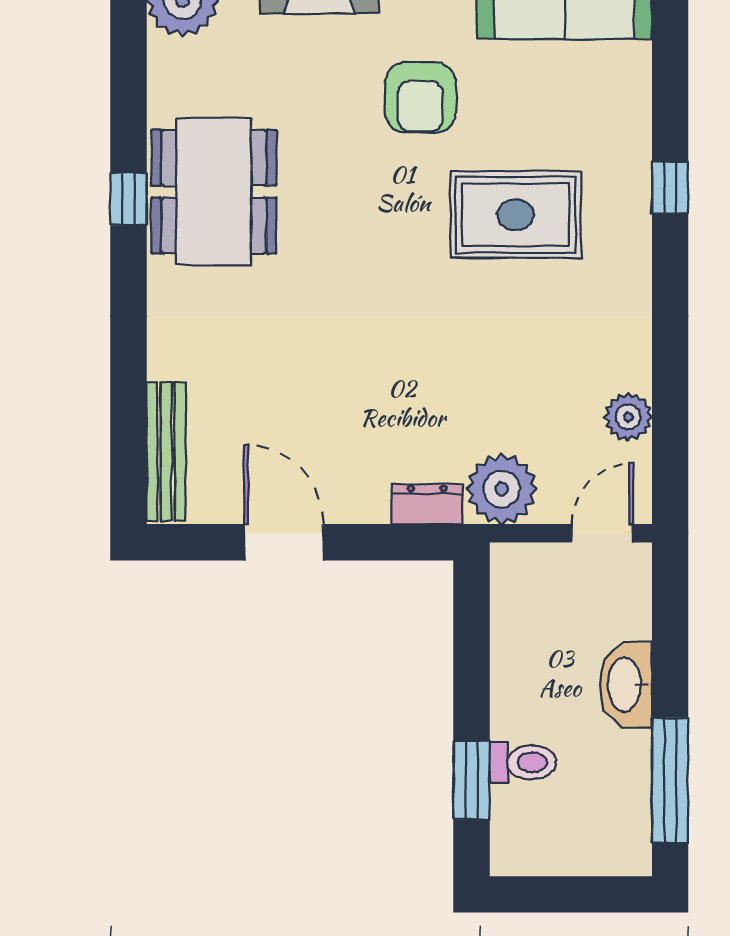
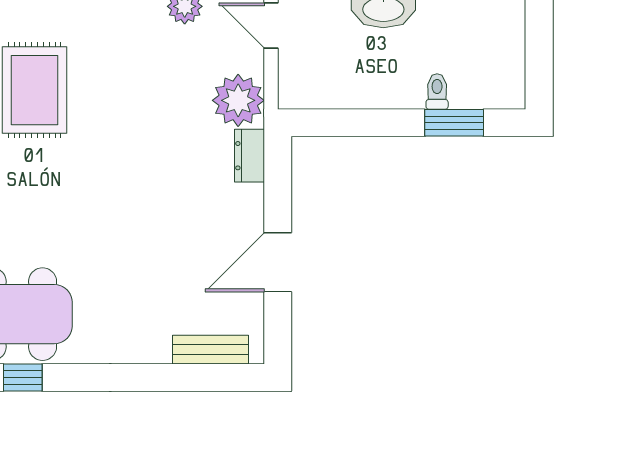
bench: (166, 452) -> (211, 350), width x0.73
toilet: (523, 762) -> (437, 91), width x0.73, depth x0.72

